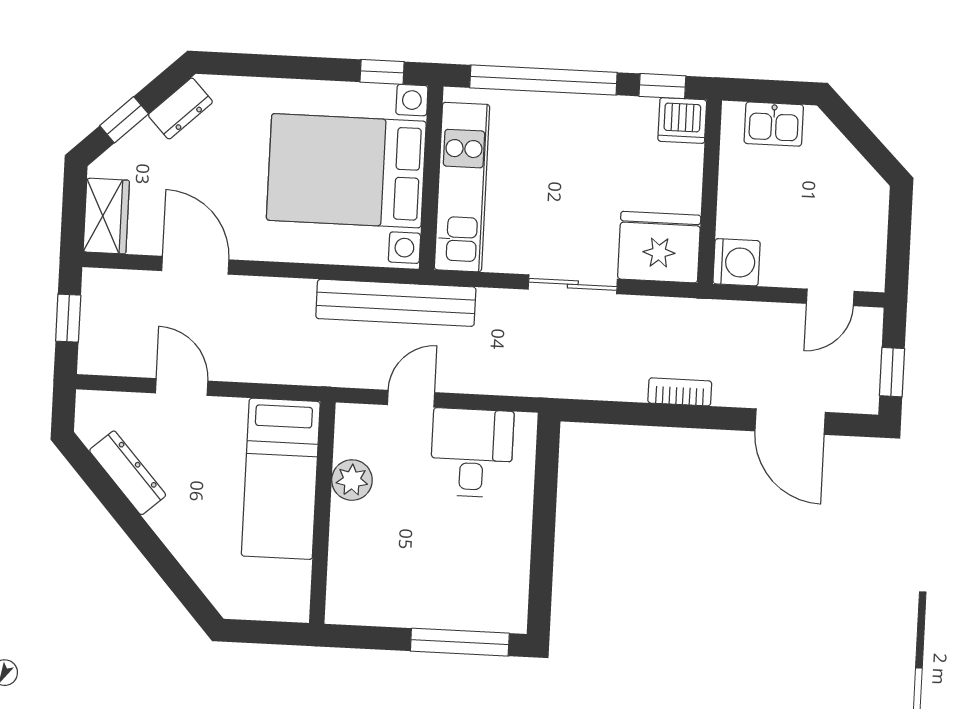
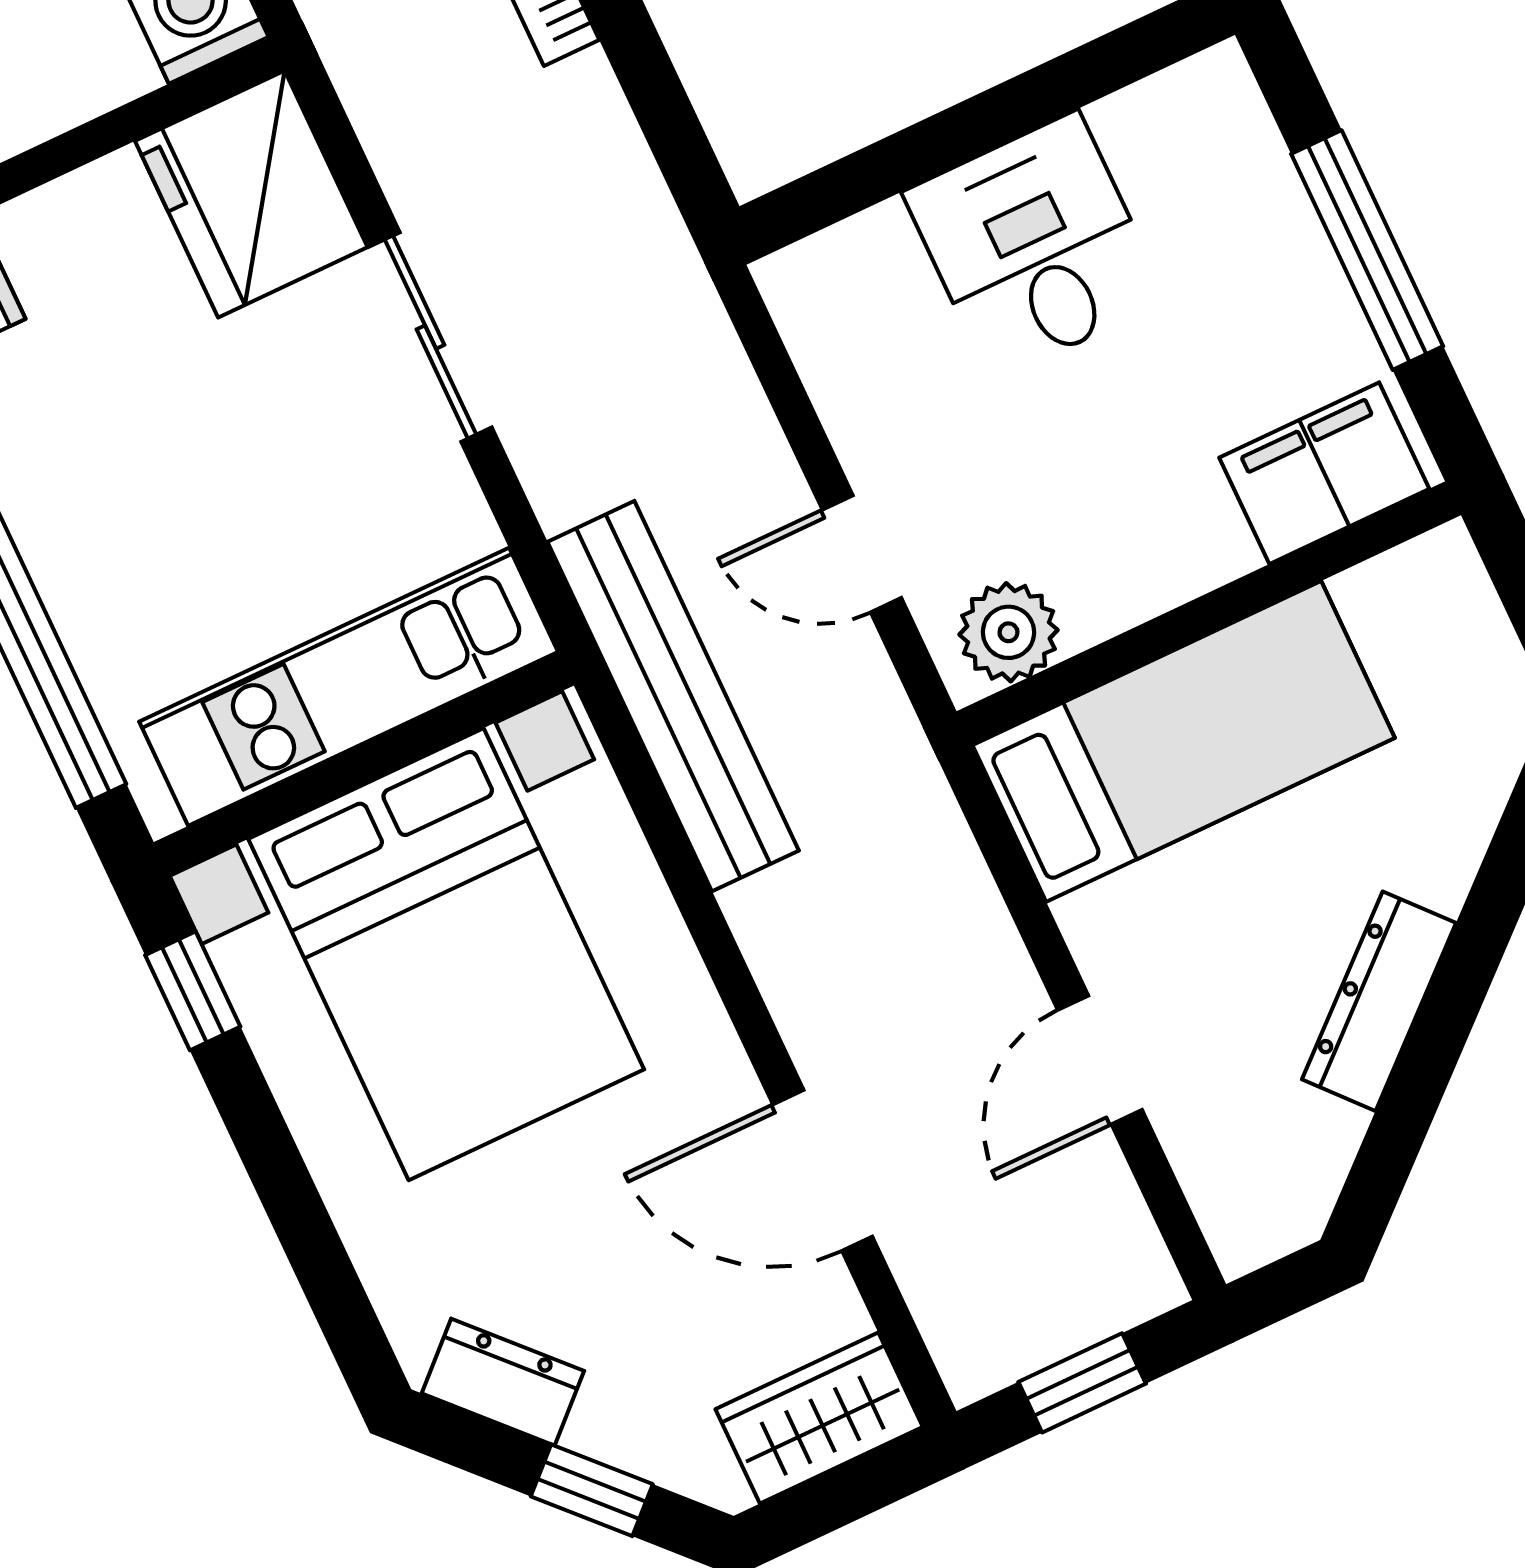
door: (195, 265) -> (823, 1170), hinge flipped
desk: (472, 453) -> (1035, 246), moved, turned 90
dresser: (128, 473) -> (1379, 1001), moved
plant: (352, 480) -> (1009, 632), moved
filing cabinet: (351, 582) -> (1324, 473), added
window: (460, 642) -> (1367, 250), moved

